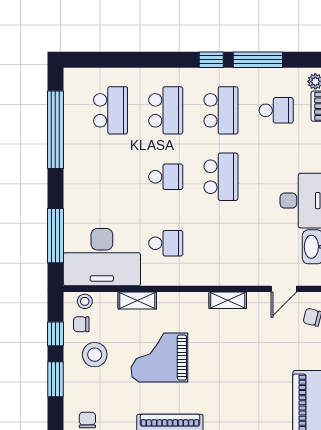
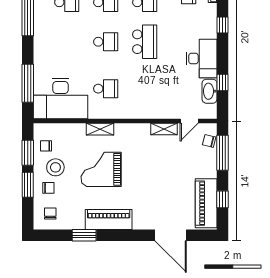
shelving: (228, 300) -> (164, 129), moved
stool: (85, 301) -> (48, 130), removed
shelving: (137, 301) -> (100, 129), moved
window: (55, 334) -> (28, 153), width x1.50
chair: (85, 384) -> (48, 188), added

